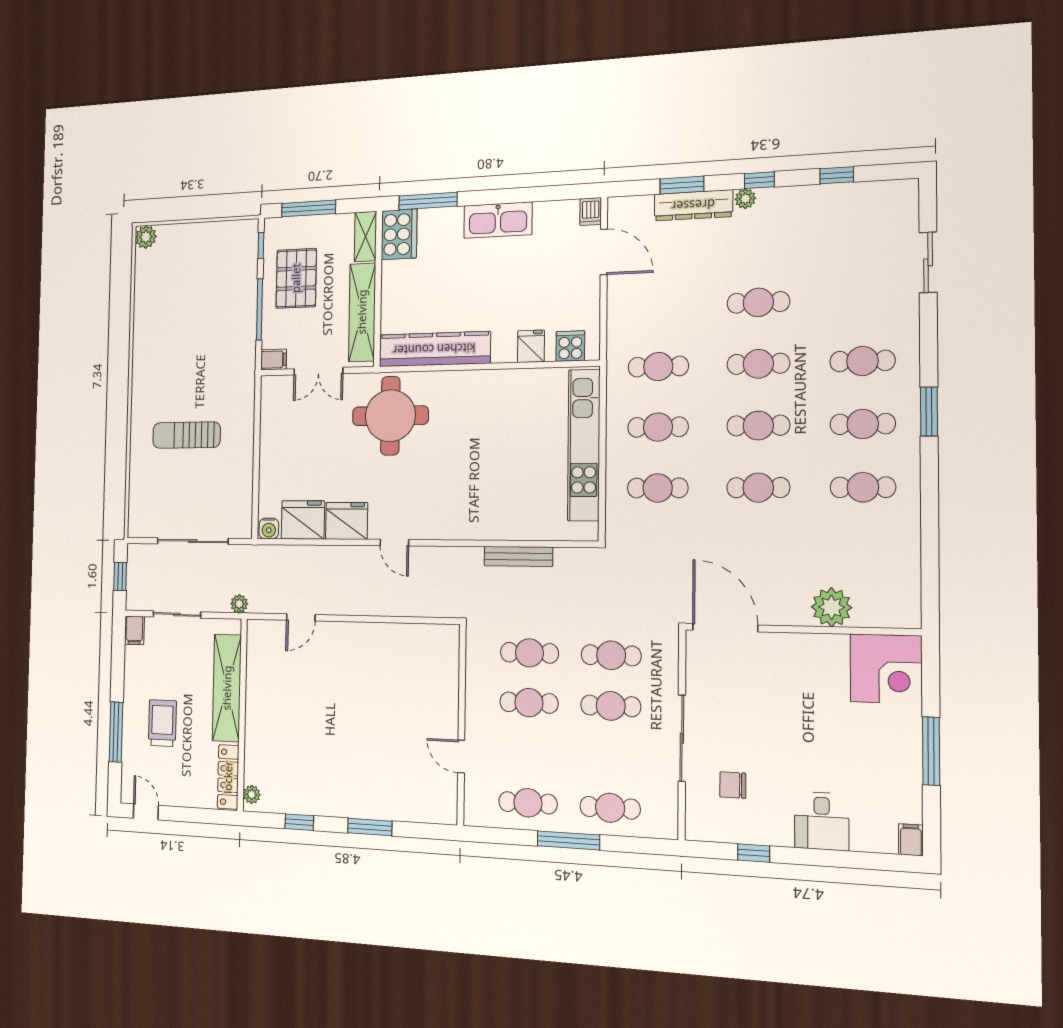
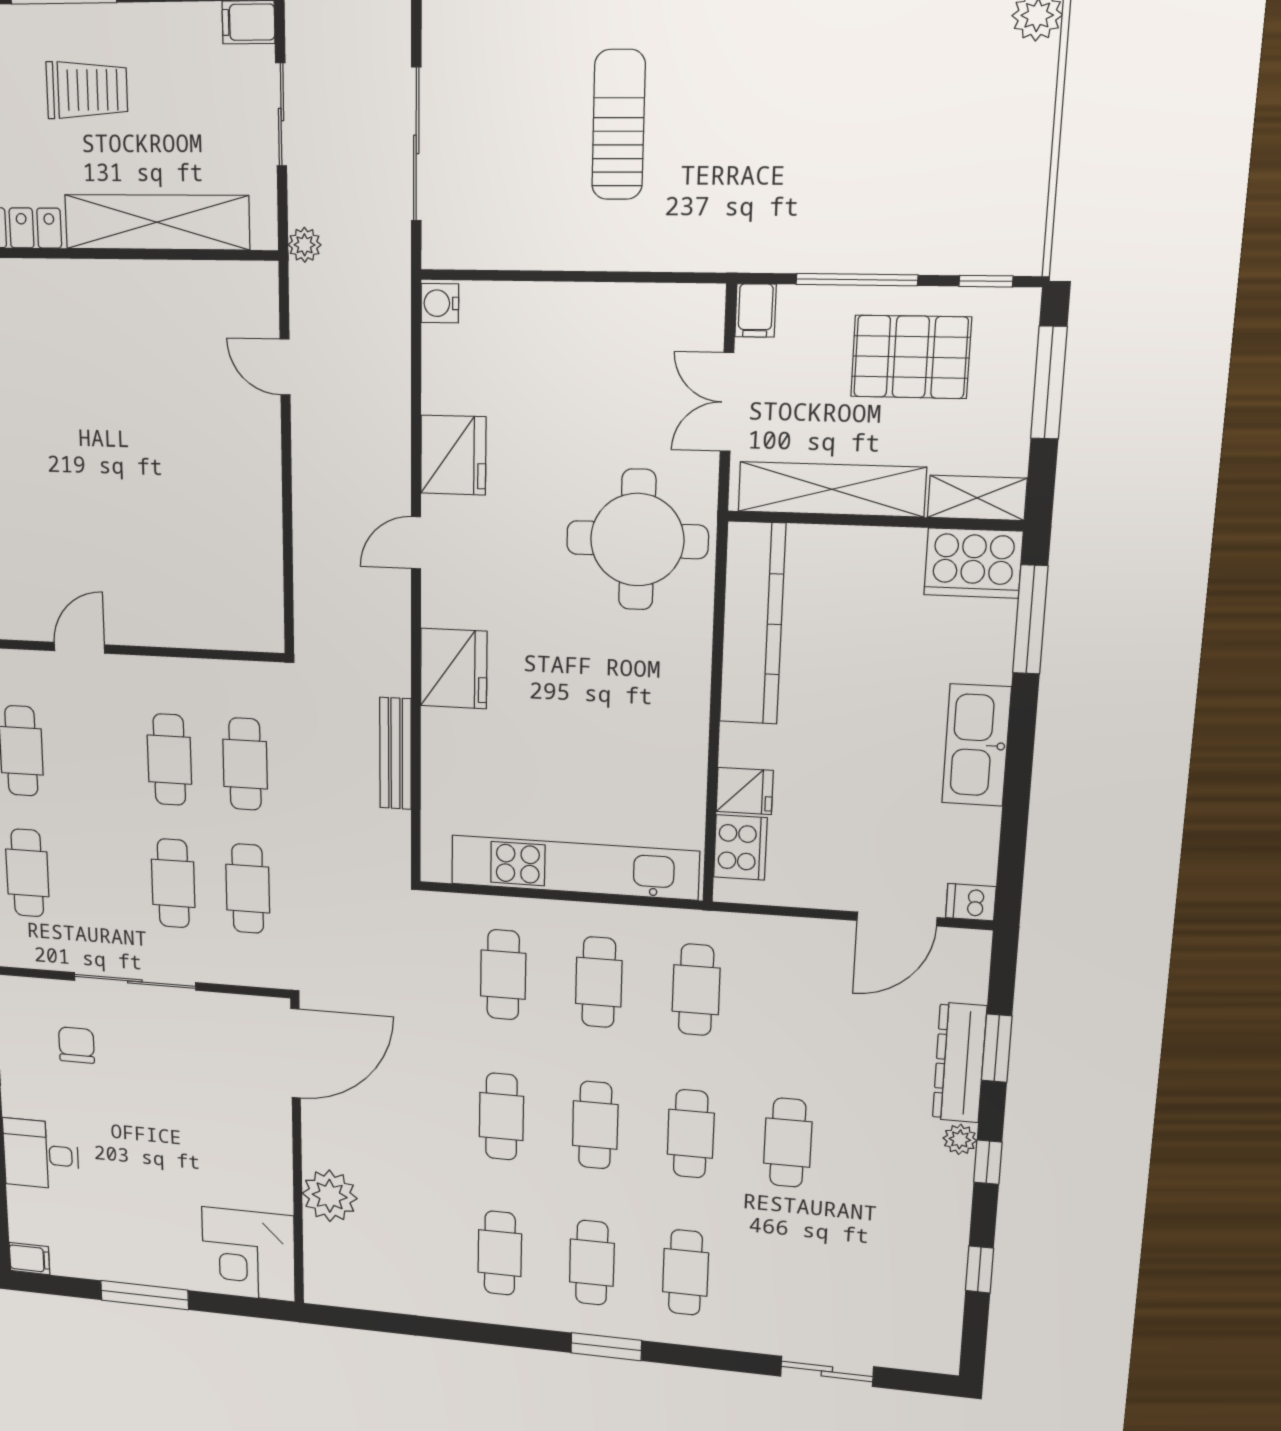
cooker: (570, 346) -> (740, 847), width x1.36
fridge: (303, 520) -> (454, 669), moved

